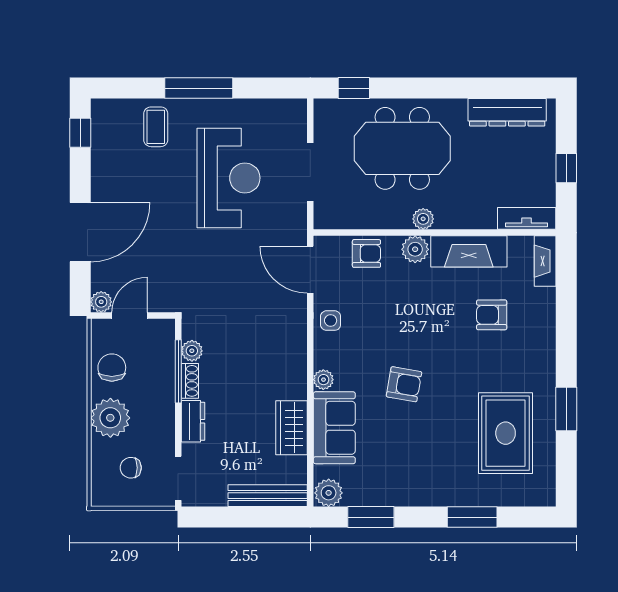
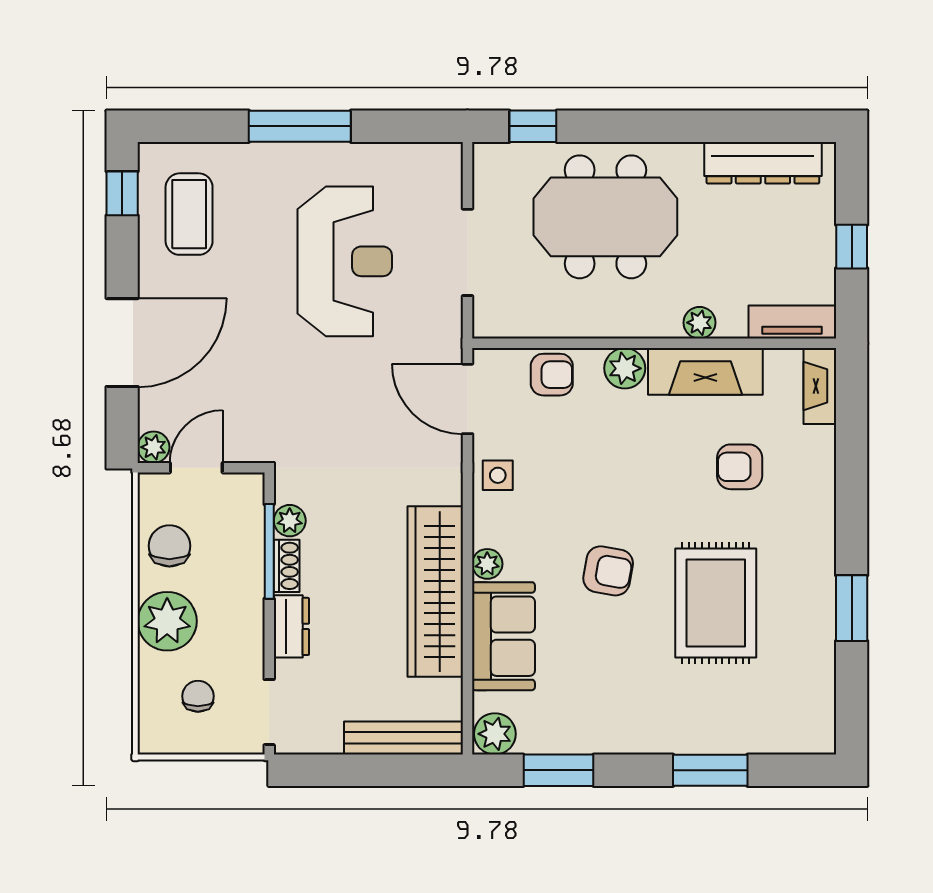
coffee table: (156, 127) -> (189, 214), moved, width x1.36, depth x1.30
plant: (423, 219) -> (700, 323), moved
wardrobe: (292, 428) -> (435, 592), width x2.10, depth x1.17
rug: (506, 433) -> (716, 603), moved
chair: (131, 468) -> (198, 696), turned 90

